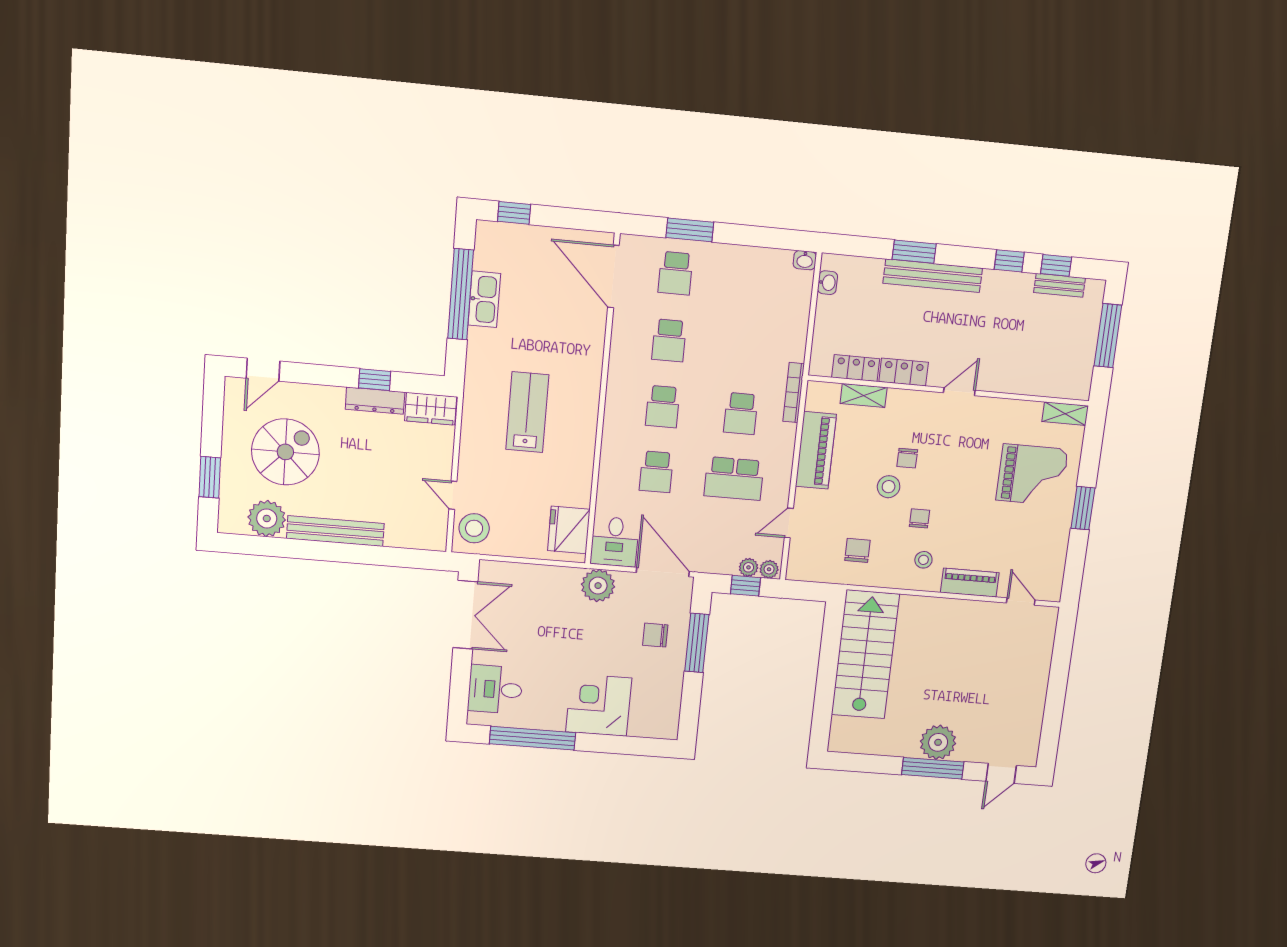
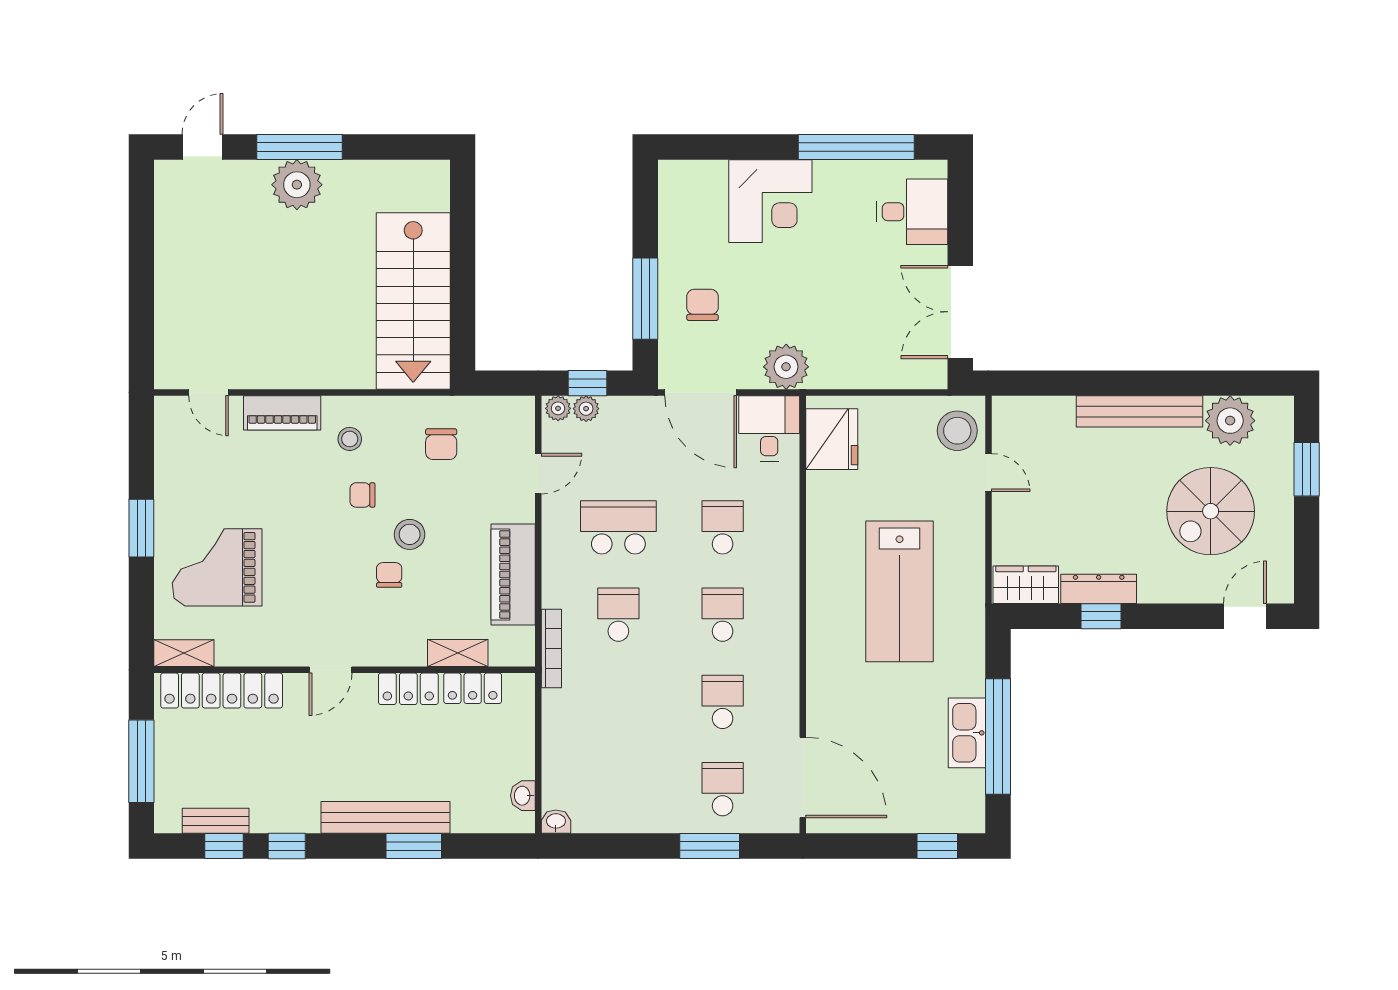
locker: (1042, 383) -> (222, 691), added
lab bench: (527, 412) -> (900, 591), width x1.36, depth x1.39
chair: (919, 518) -> (362, 495), turned 90
chair: (655, 635) -> (703, 305), turned -90

